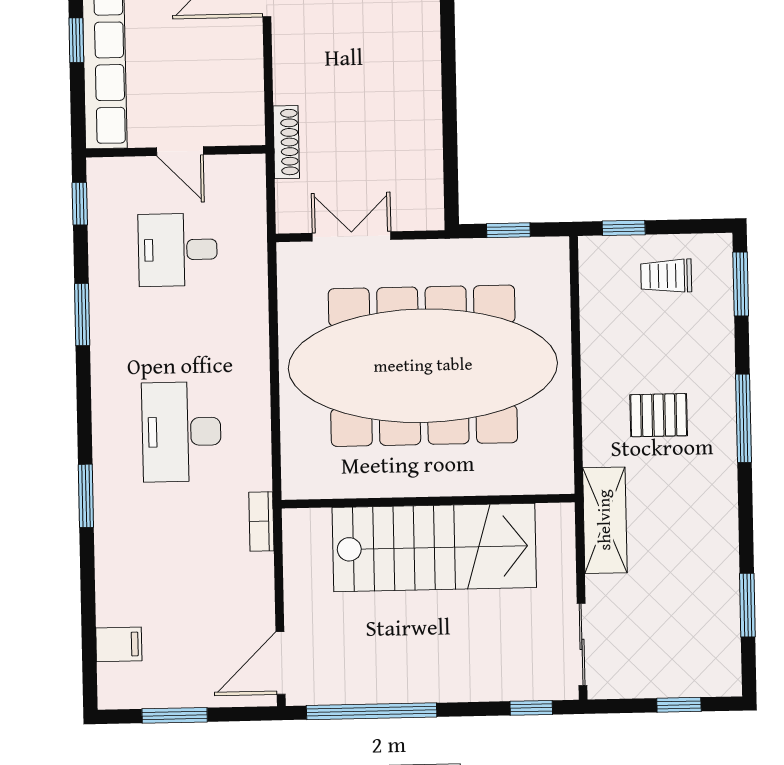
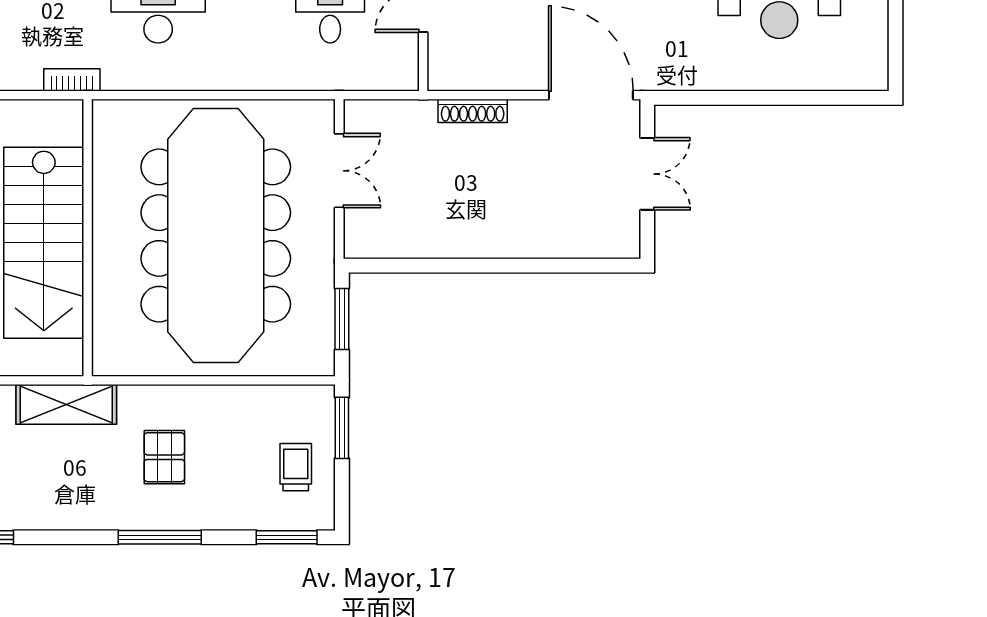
shoe rack: (286, 142) -> (473, 111), moved
window: (624, 228) -> (342, 428), width x1.50
window: (508, 230) -> (342, 319), width x1.50

